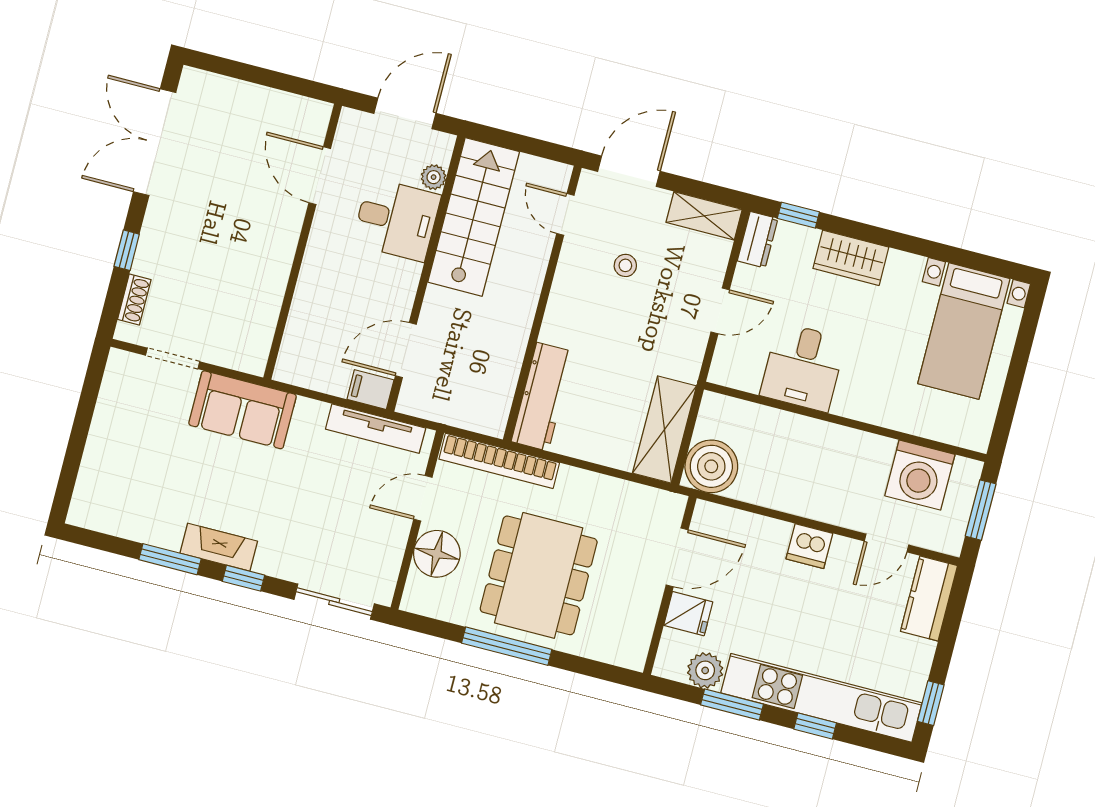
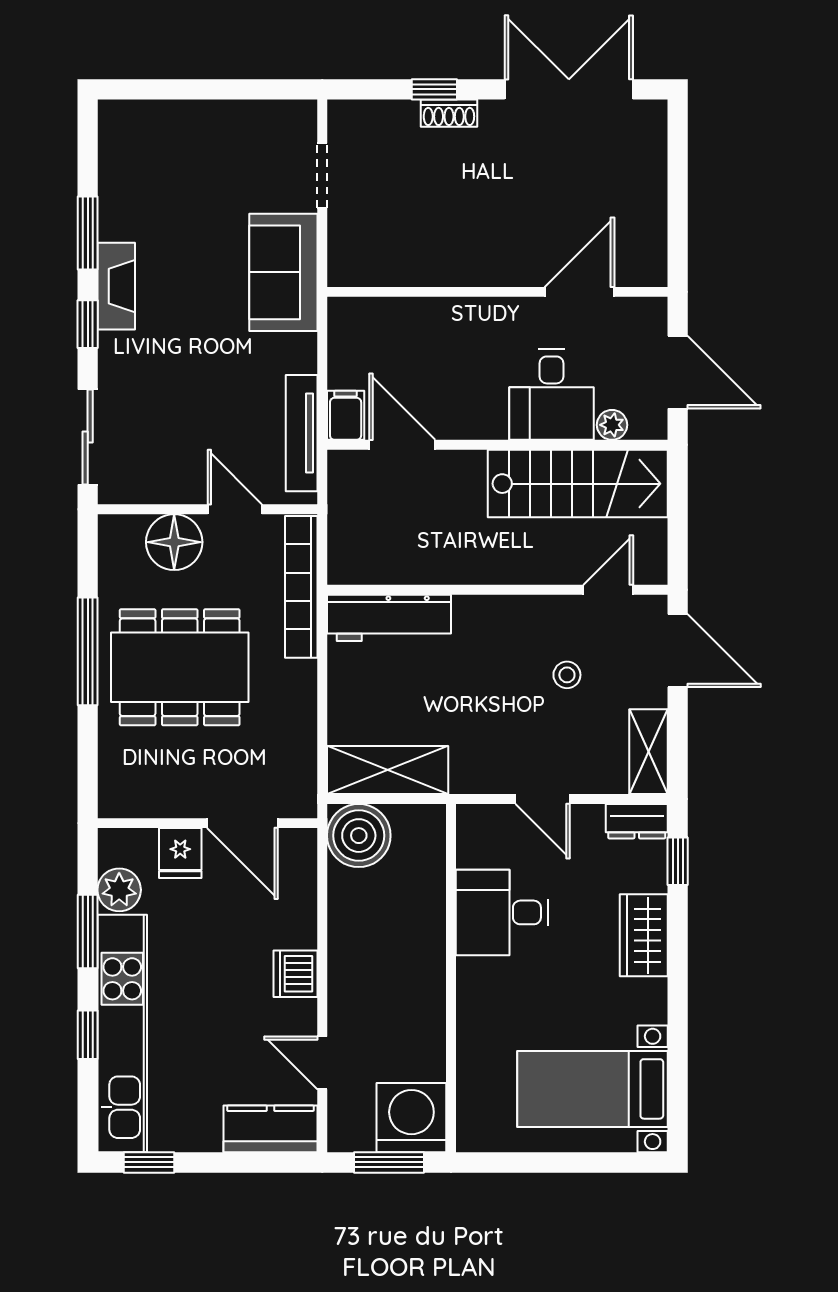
shoe rack: (134, 300) -> (449, 113), moved
washing machine: (920, 475) -> (411, 1118), moved, turned 90

